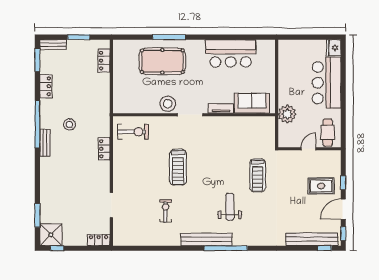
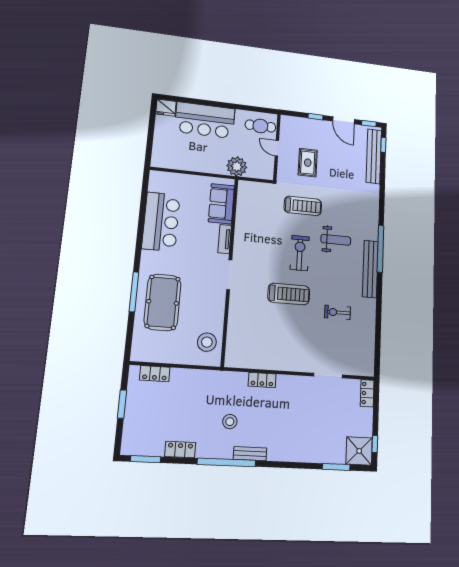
bench: (53, 45) -> (128, 438), removed
stool: (168, 104) -> (207, 342), moved
exercise bike: (133, 132) -> (300, 253), moved
rug: (321, 186) -> (308, 163), moved
weight bench: (230, 207) -> (336, 240), turned 180

